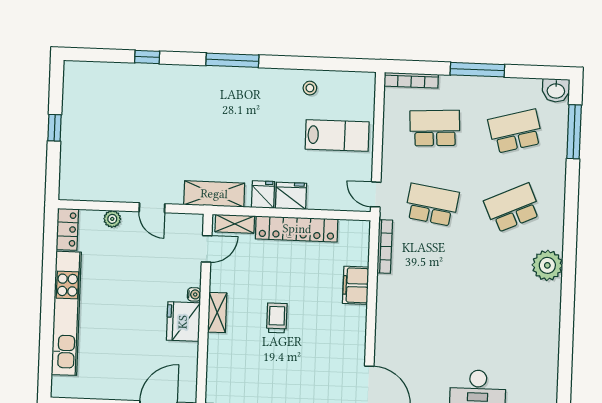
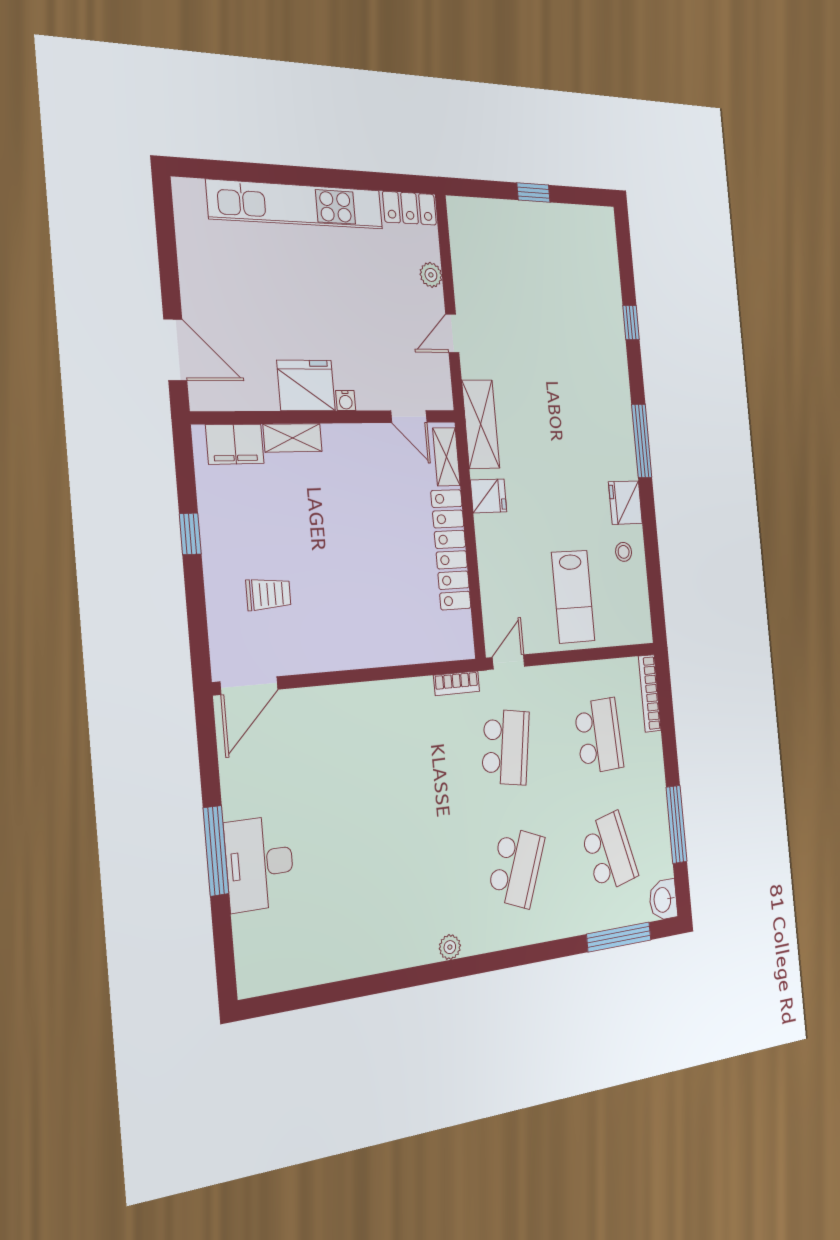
window: (477, 70) -> (676, 824), moved
fridge: (291, 196) -> (625, 503), moved, turned 180
school desk: (512, 208) -> (516, 867), turned 45
bookcase: (385, 246) -> (457, 683), width x0.64
plant: (547, 265) -> (450, 947), width x0.53, depth x0.53
filing cabinet: (356, 285) -> (235, 444), moved, turned 180
shelving: (217, 312) -> (293, 438), moved
trolley: (277, 318) -> (268, 594), moved

